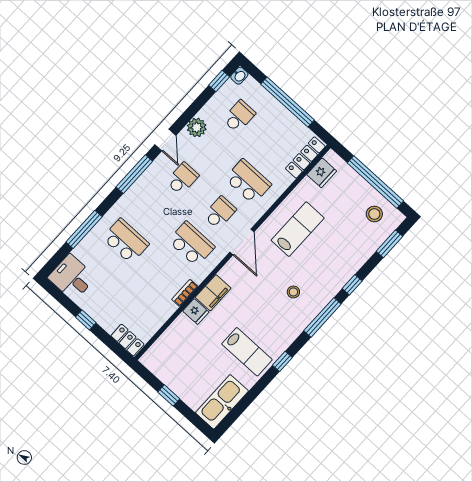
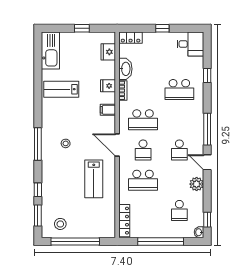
fridge: (322, 173) -> (108, 52), moved
window: (84, 229) -> (207, 75), width x0.46
window: (352, 285) -> (38, 190), moved
filing cabinet: (213, 293) -> (108, 110), width x0.50
washbasin: (162, 313) -> (125, 69), added
window: (282, 361) -> (38, 101), removed

